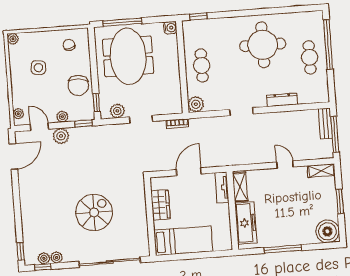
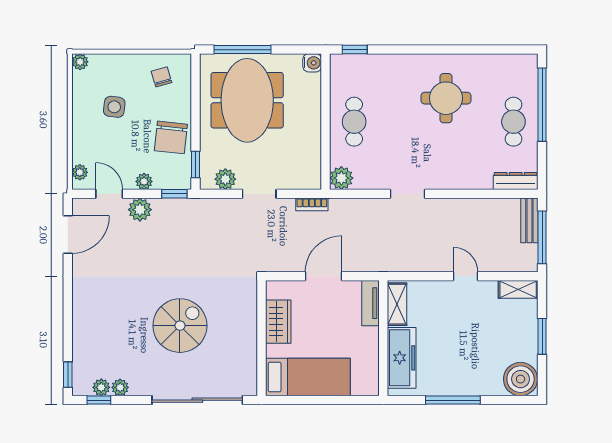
round table: (263, 45) -> (446, 98), width x0.73, depth x0.73
dresser: (282, 100) -> (516, 181), moved

